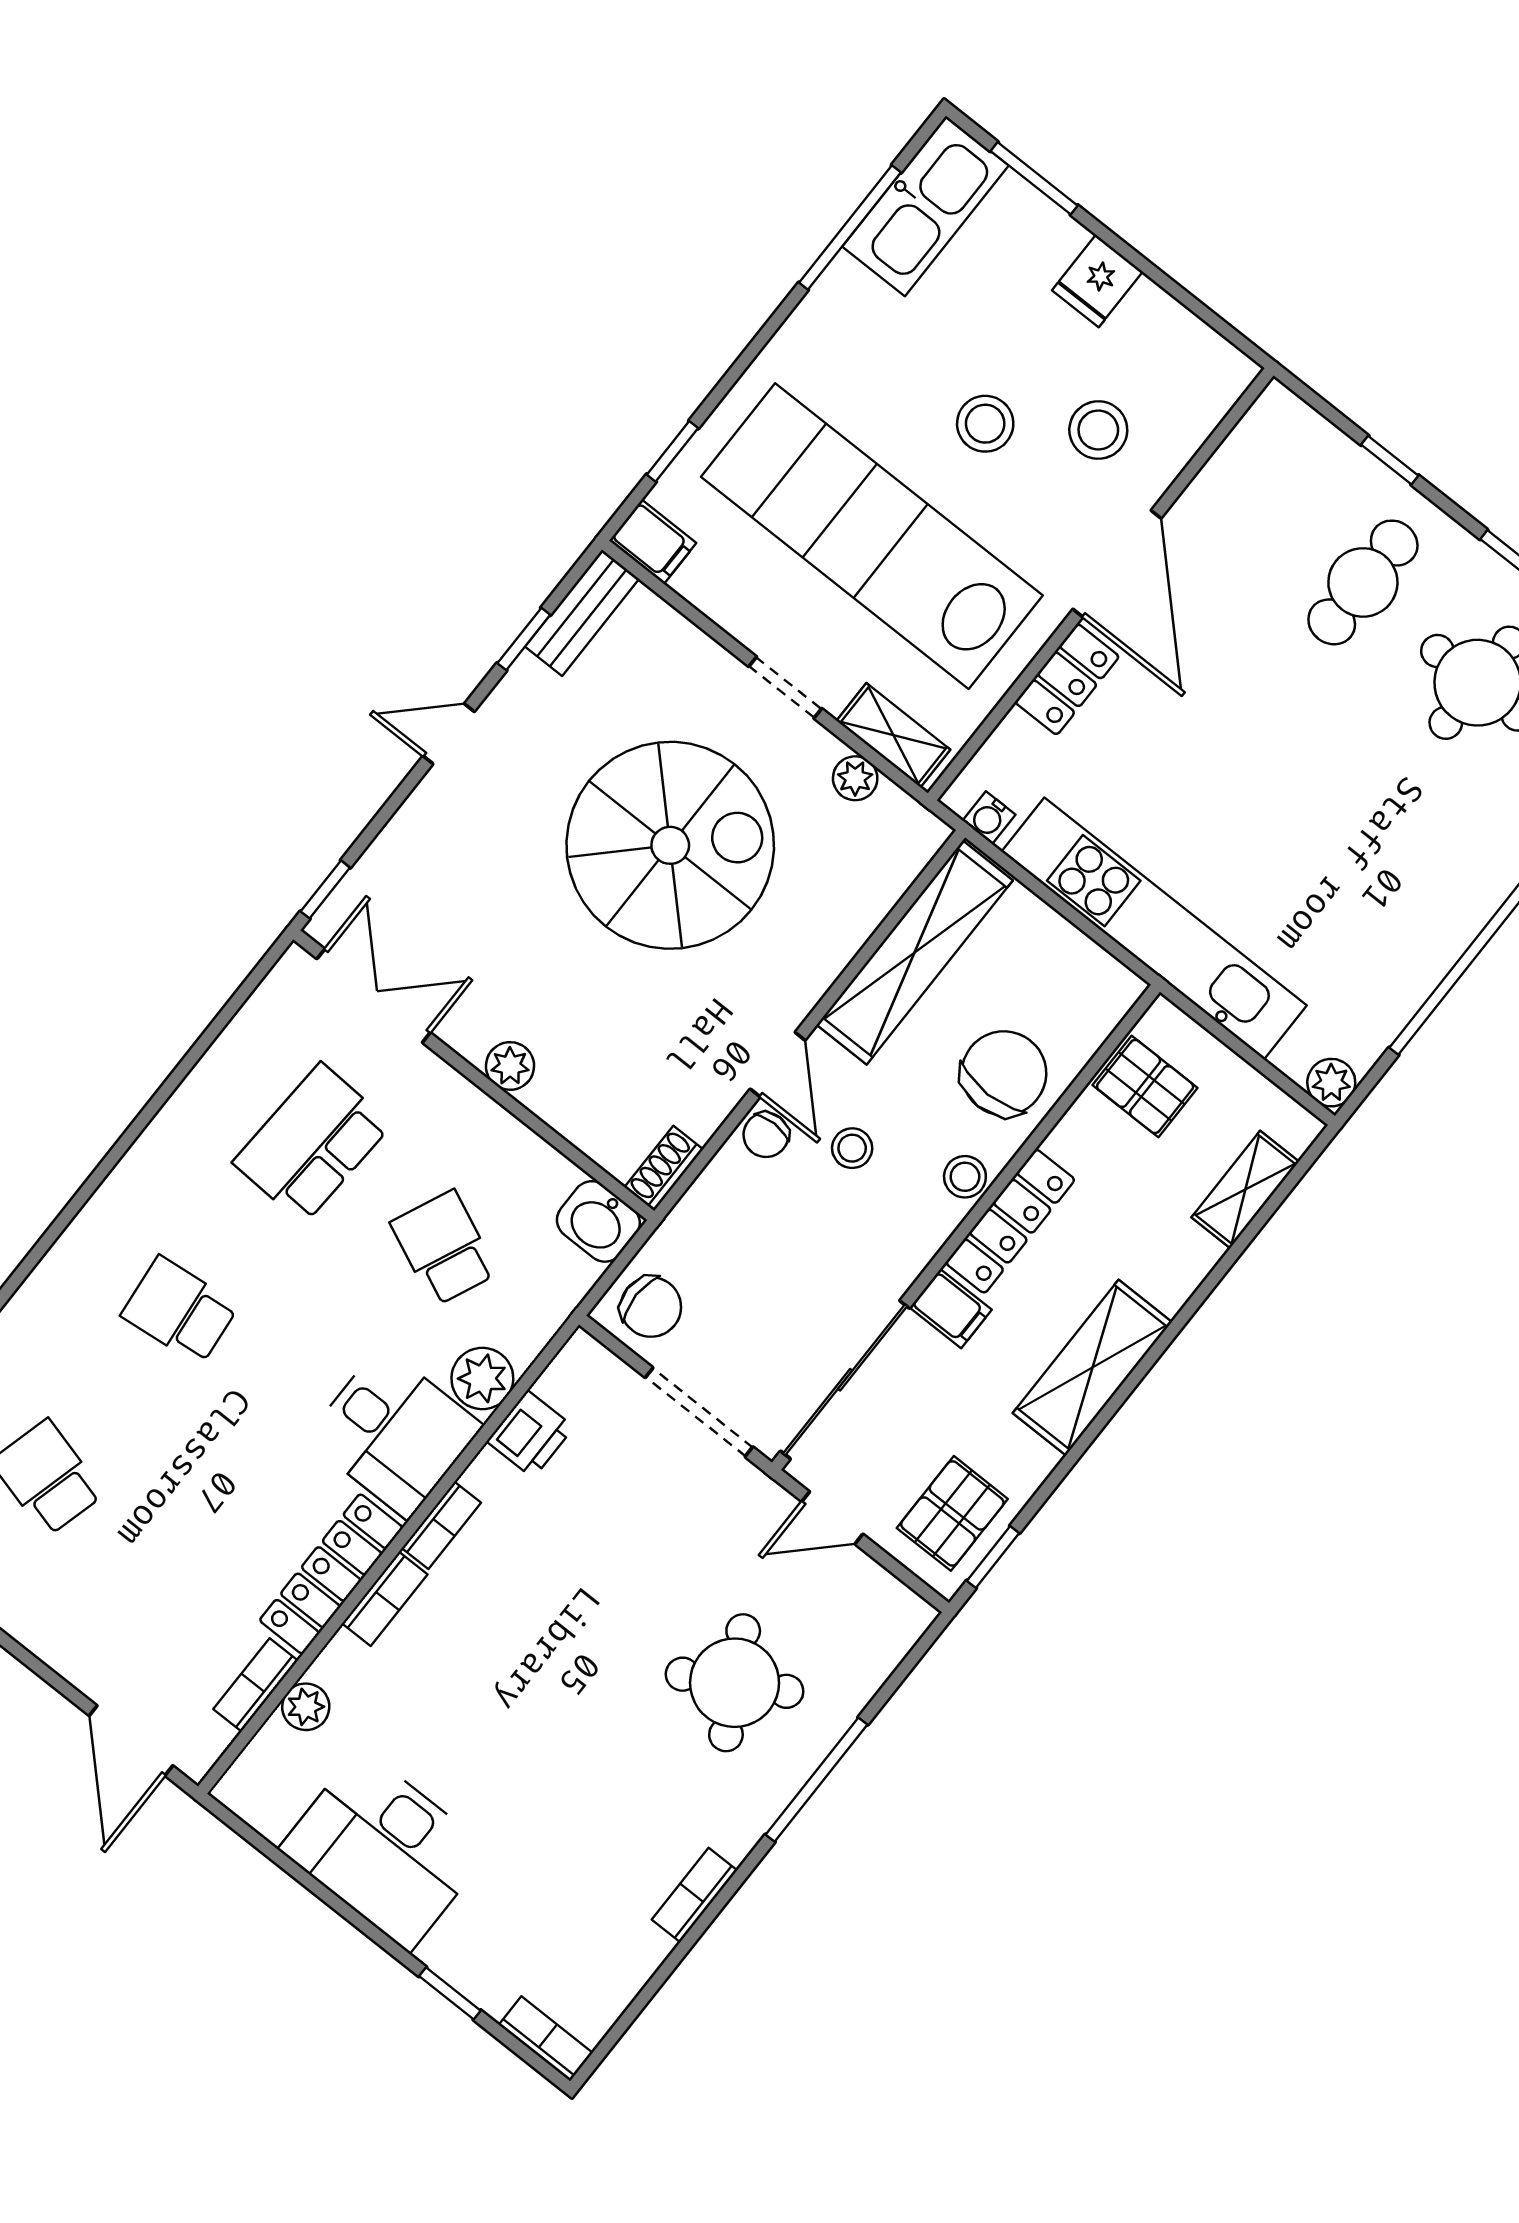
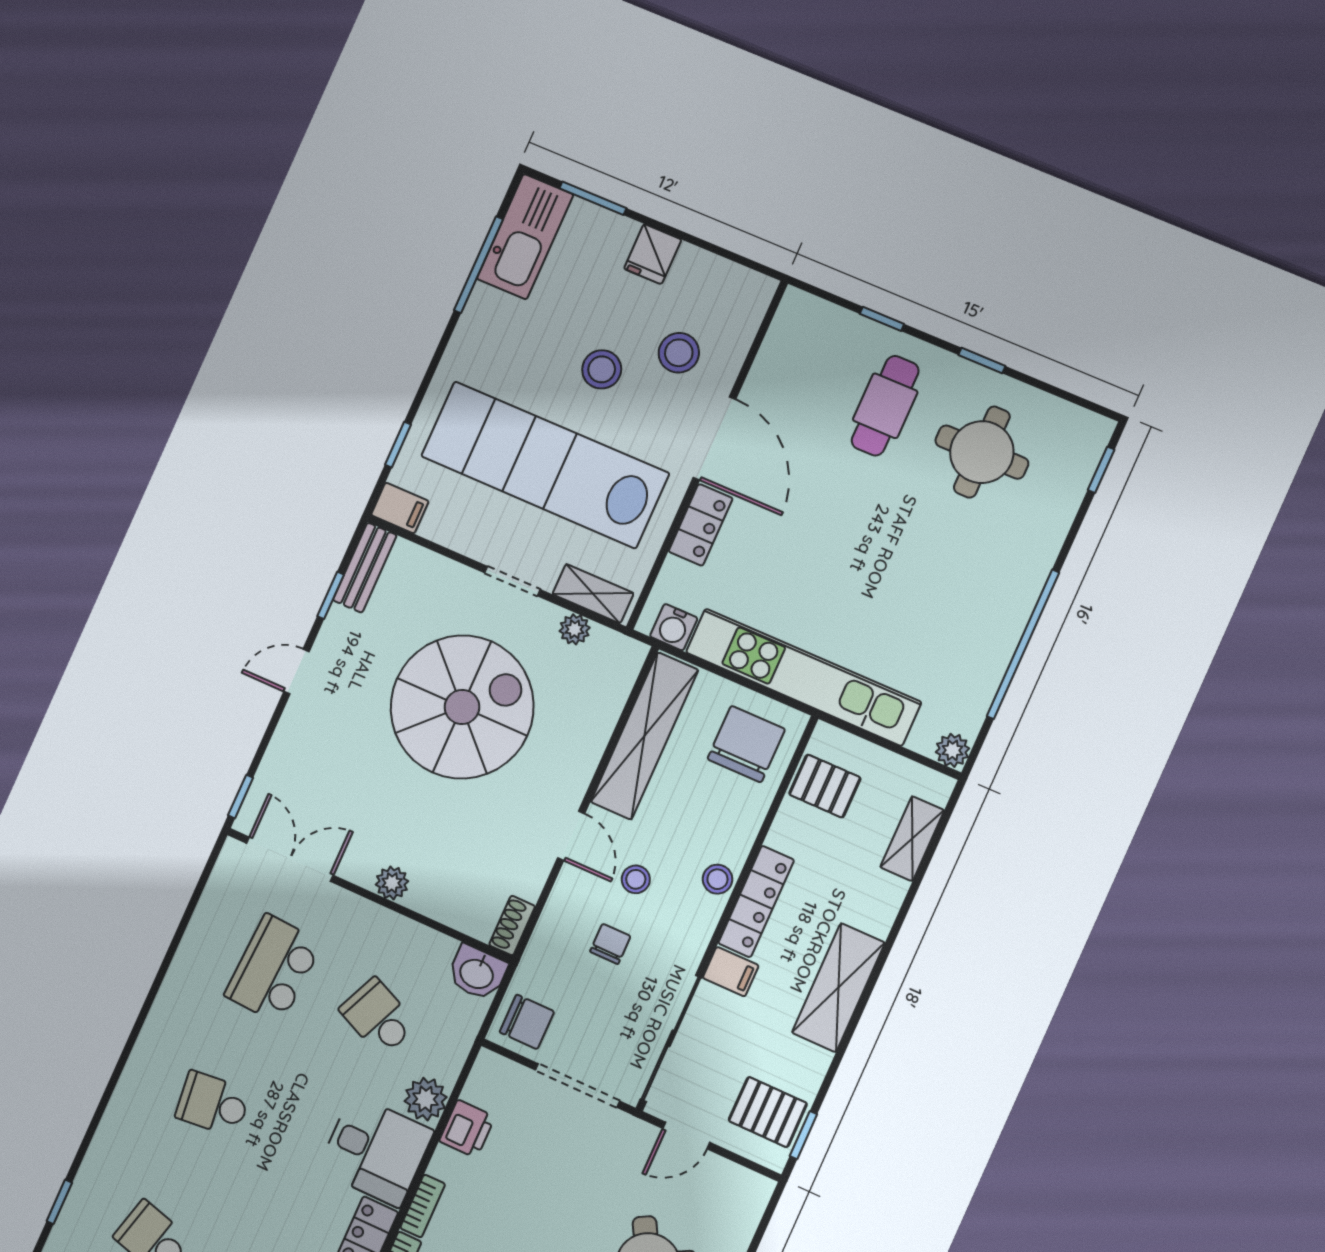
water cooler: (989, 818) -> (674, 627), width x1.38, depth x1.38
chair: (1004, 1073) -> (746, 744), moved
chair: (766, 1135) -> (610, 944), moved, turned 180
pallet: (952, 1513) -> (768, 1112), turned 90

